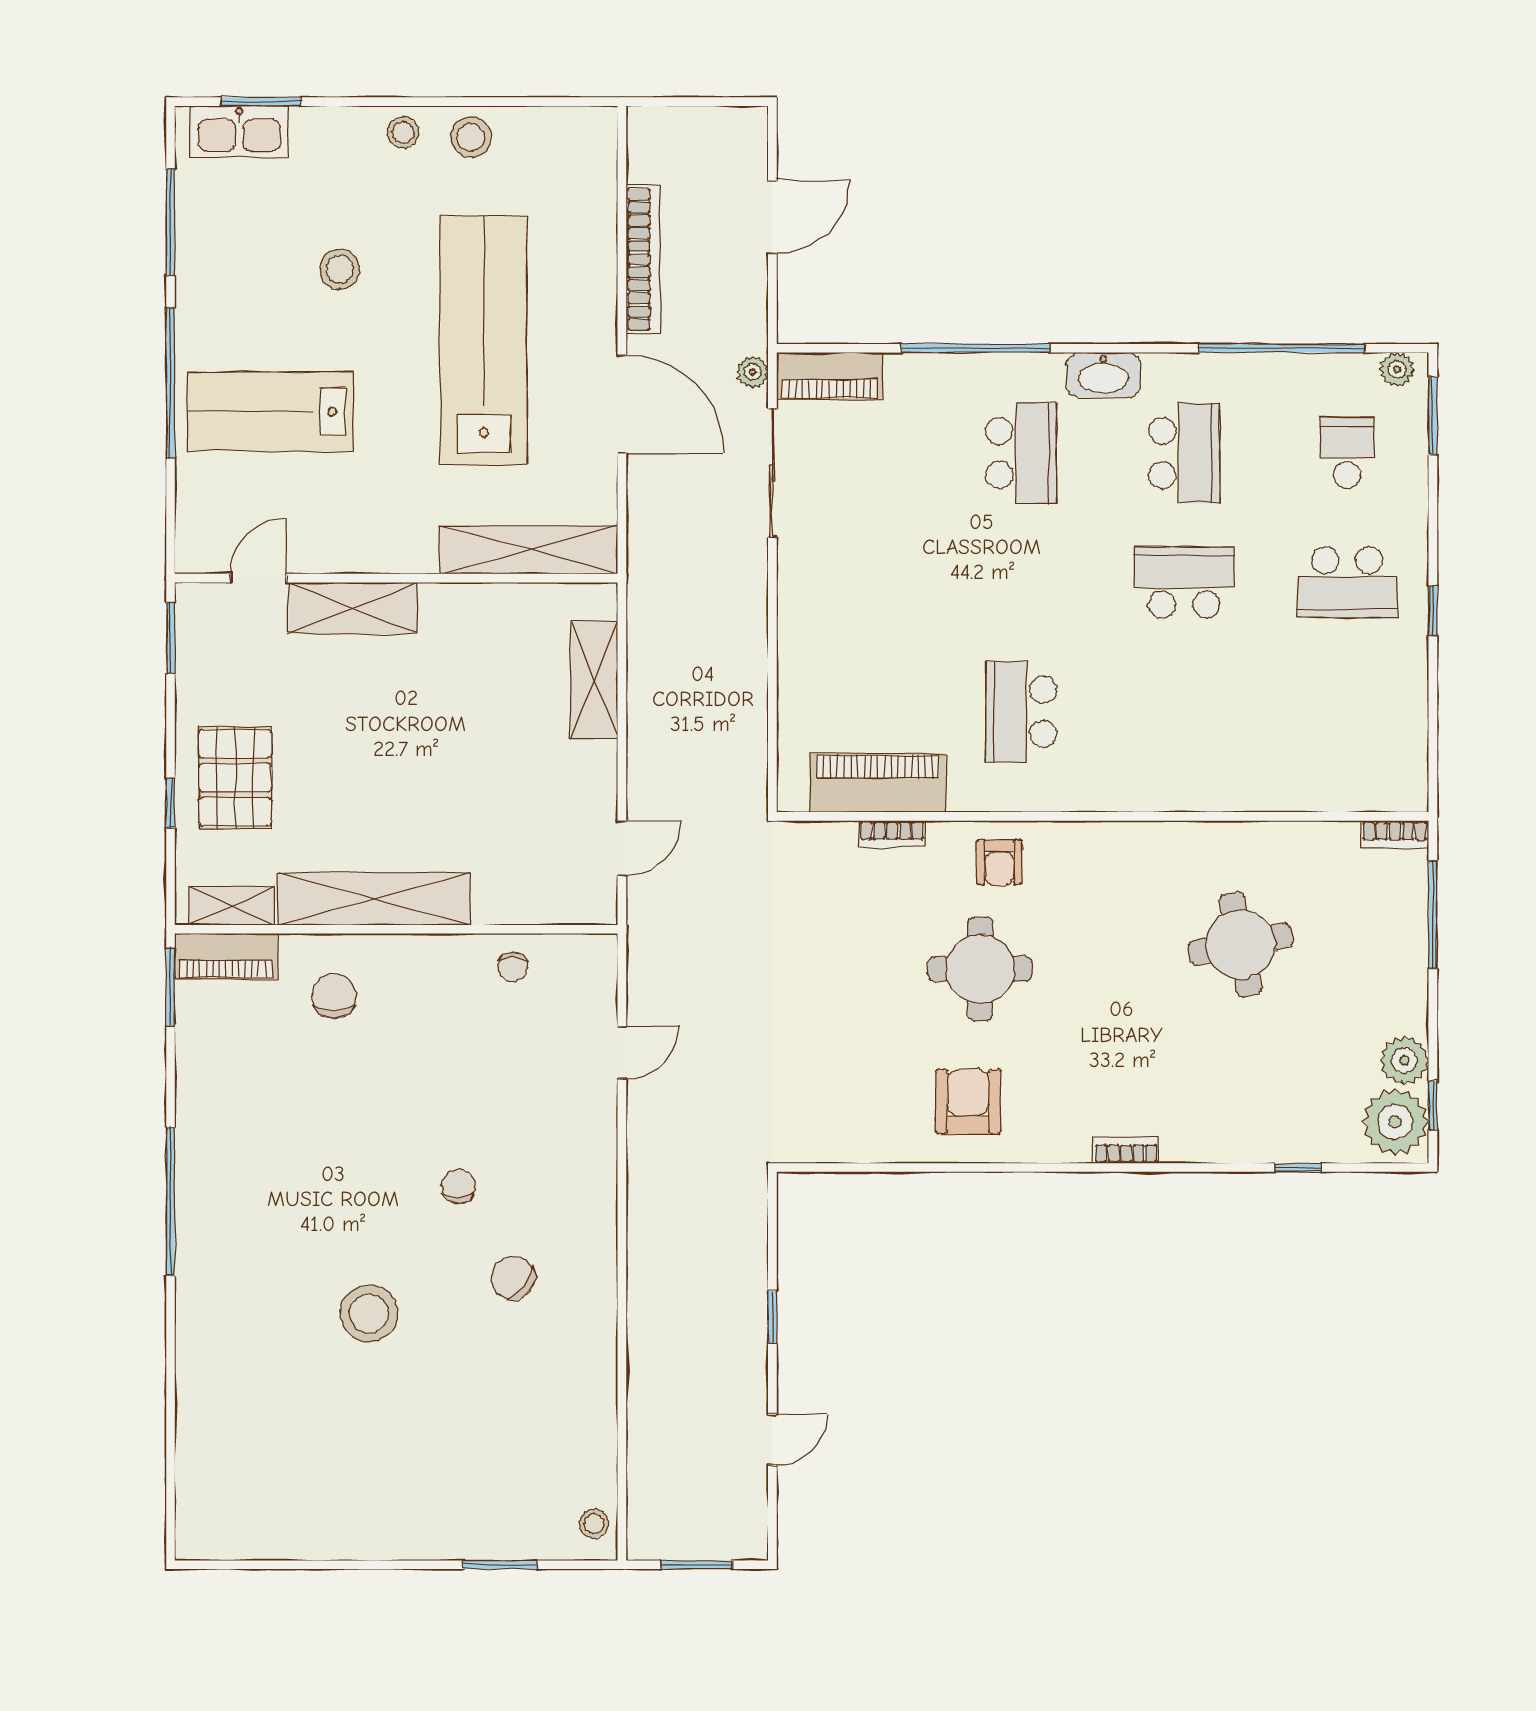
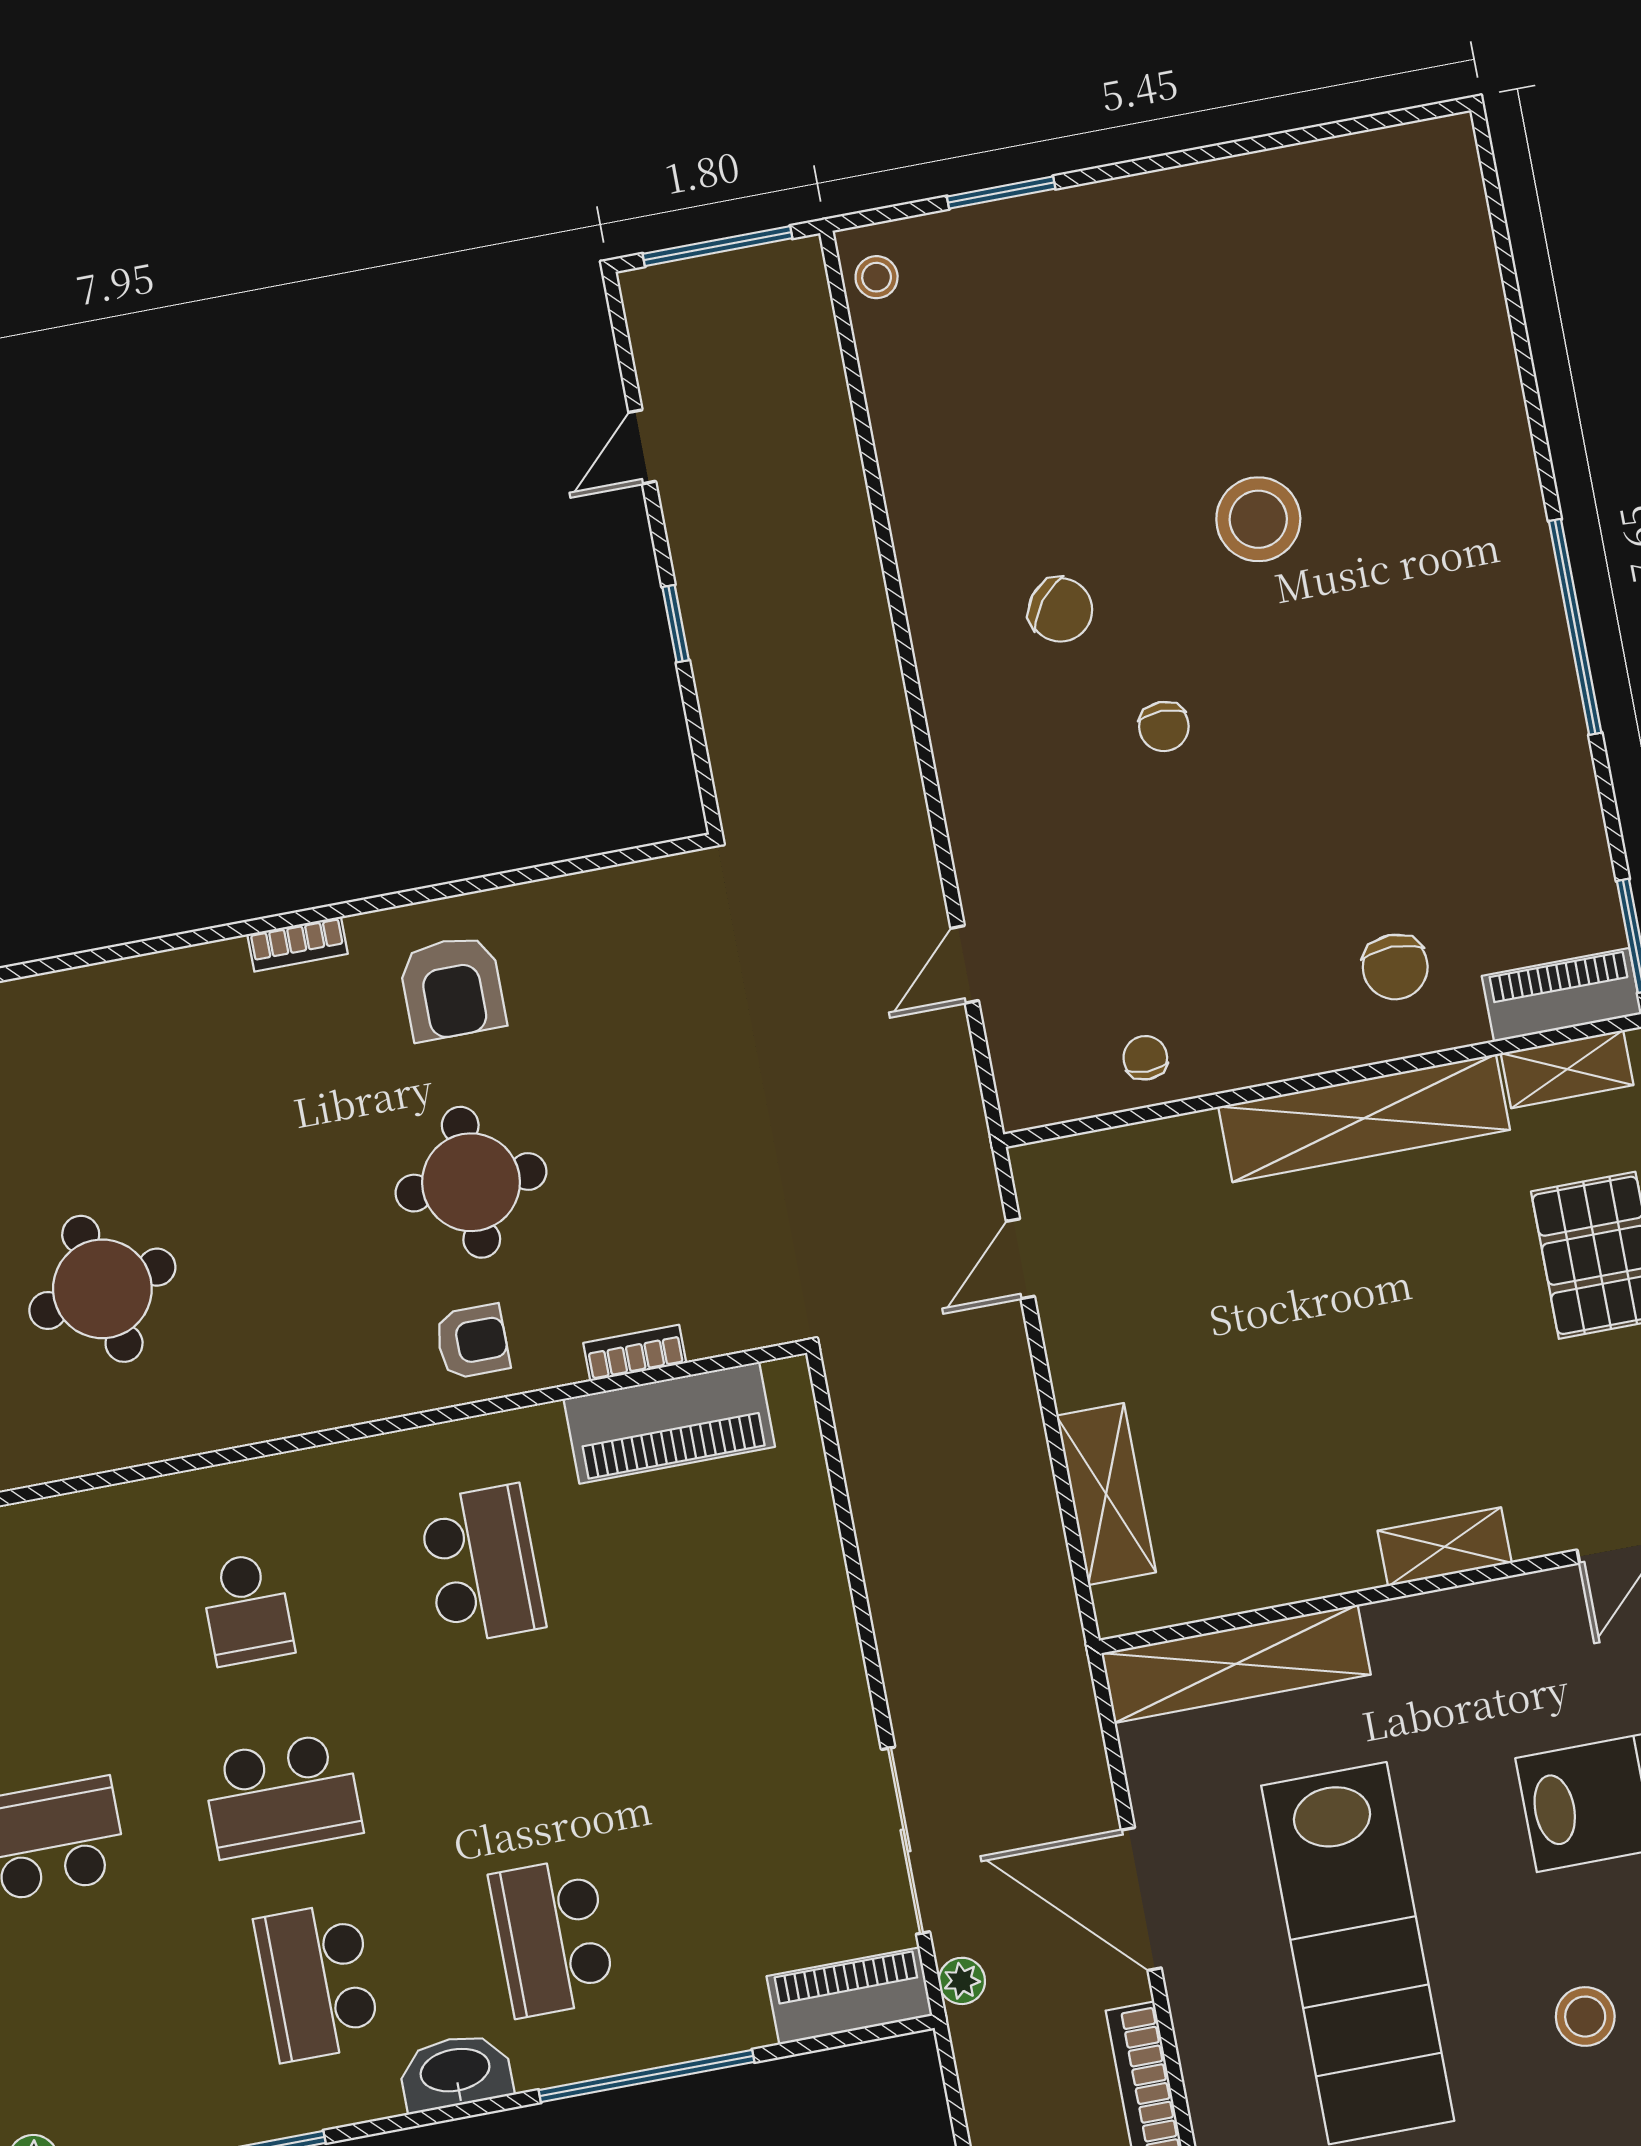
school desk: (1347, 453) -> (247, 1609), moved
shelving: (353, 608) -> (1445, 1547), width x0.67, depth x0.75
armchair: (999, 862) -> (472, 1342), turned 90
bookcase: (1126, 1150) -> (298, 944), moved
window: (697, 1565) -> (718, 246), width x1.44

